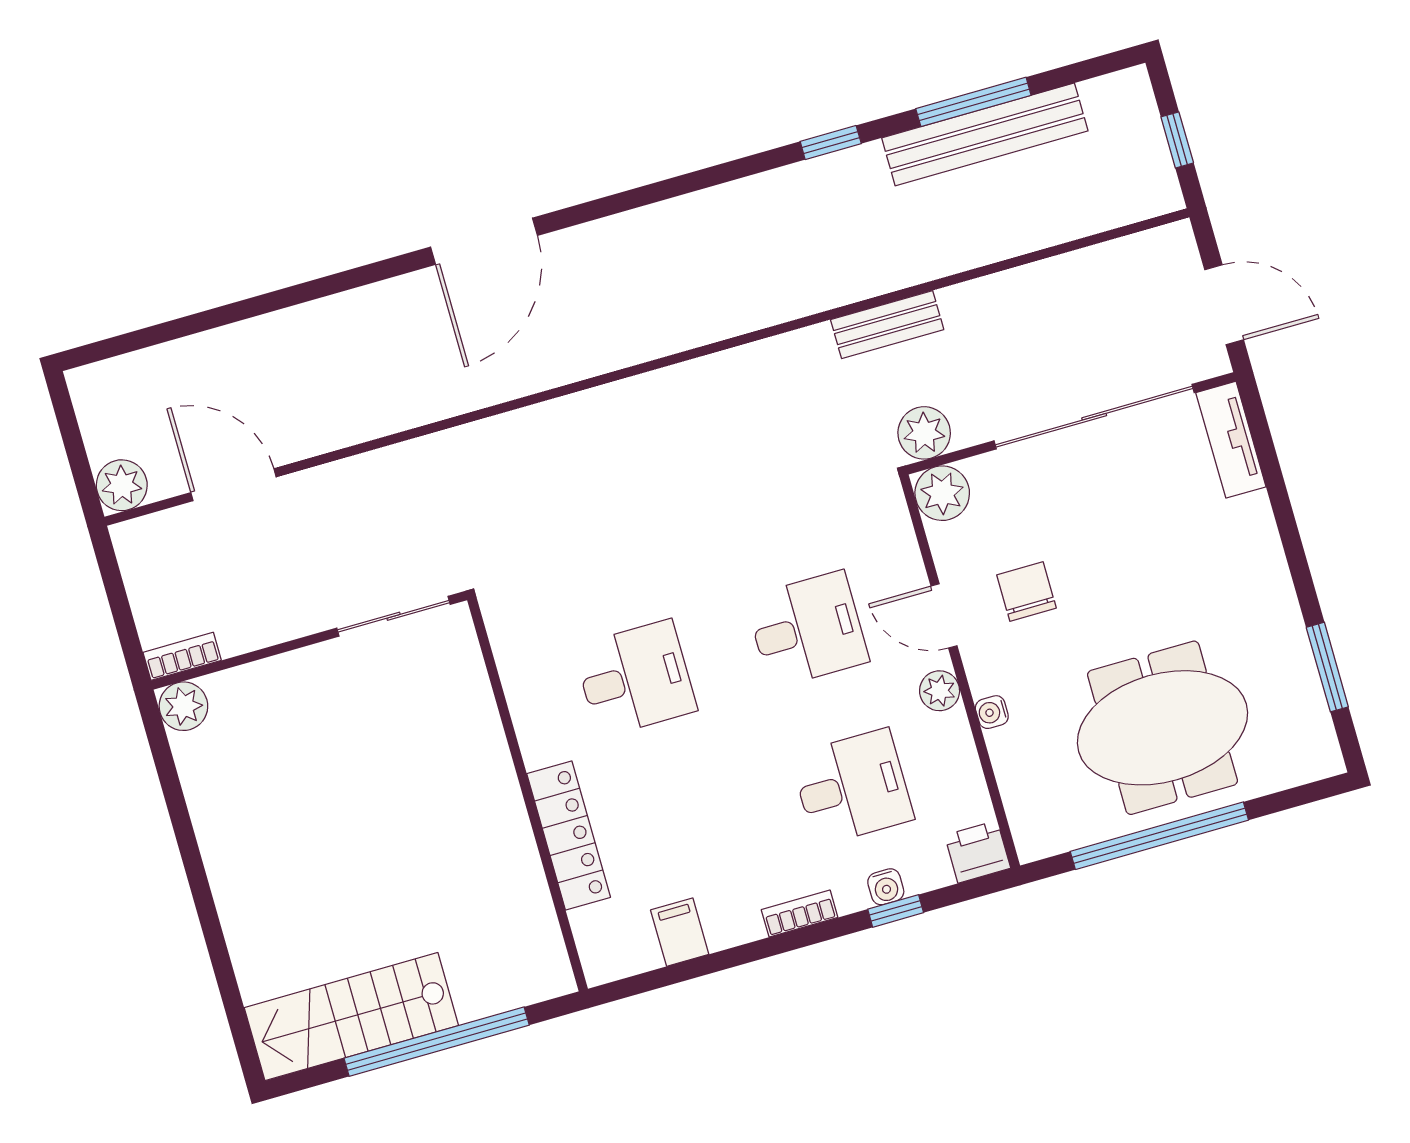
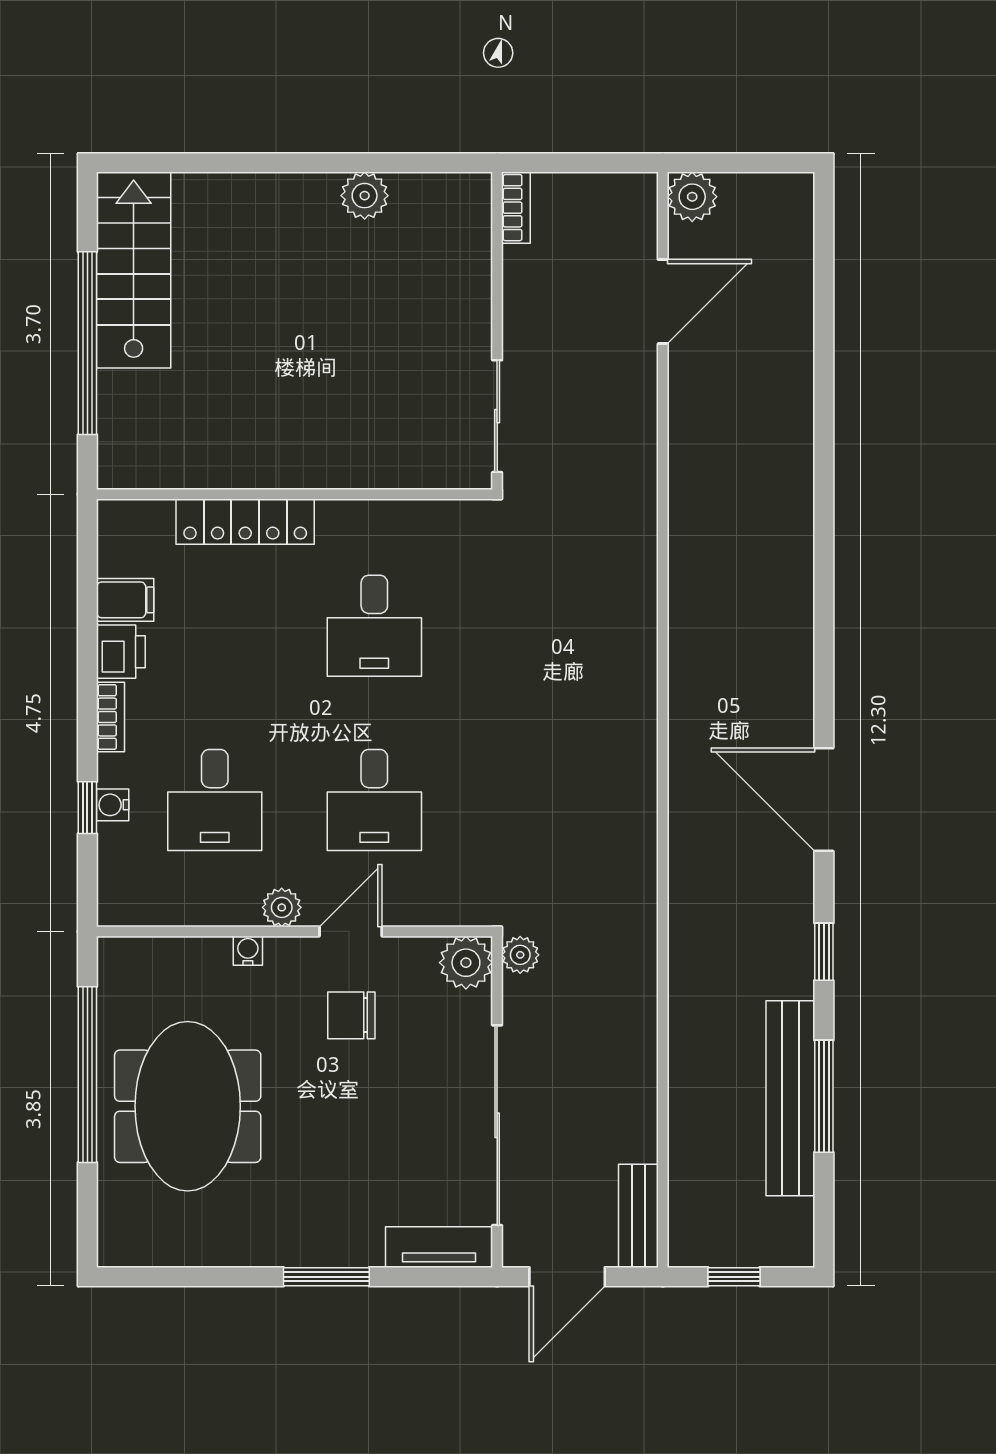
door: (484, 241) -> (824, 800), moved
bench: (887, 325) -> (638, 1216), moved
plant: (924, 433) -> (520, 955), width x0.73, depth x0.73
chair: (1027, 592) -> (351, 1015), turned 180
window: (1327, 667) -> (326, 1277), moved
plant: (183, 706) -> (365, 196), moved
printer: (978, 852) -> (121, 652), moved

